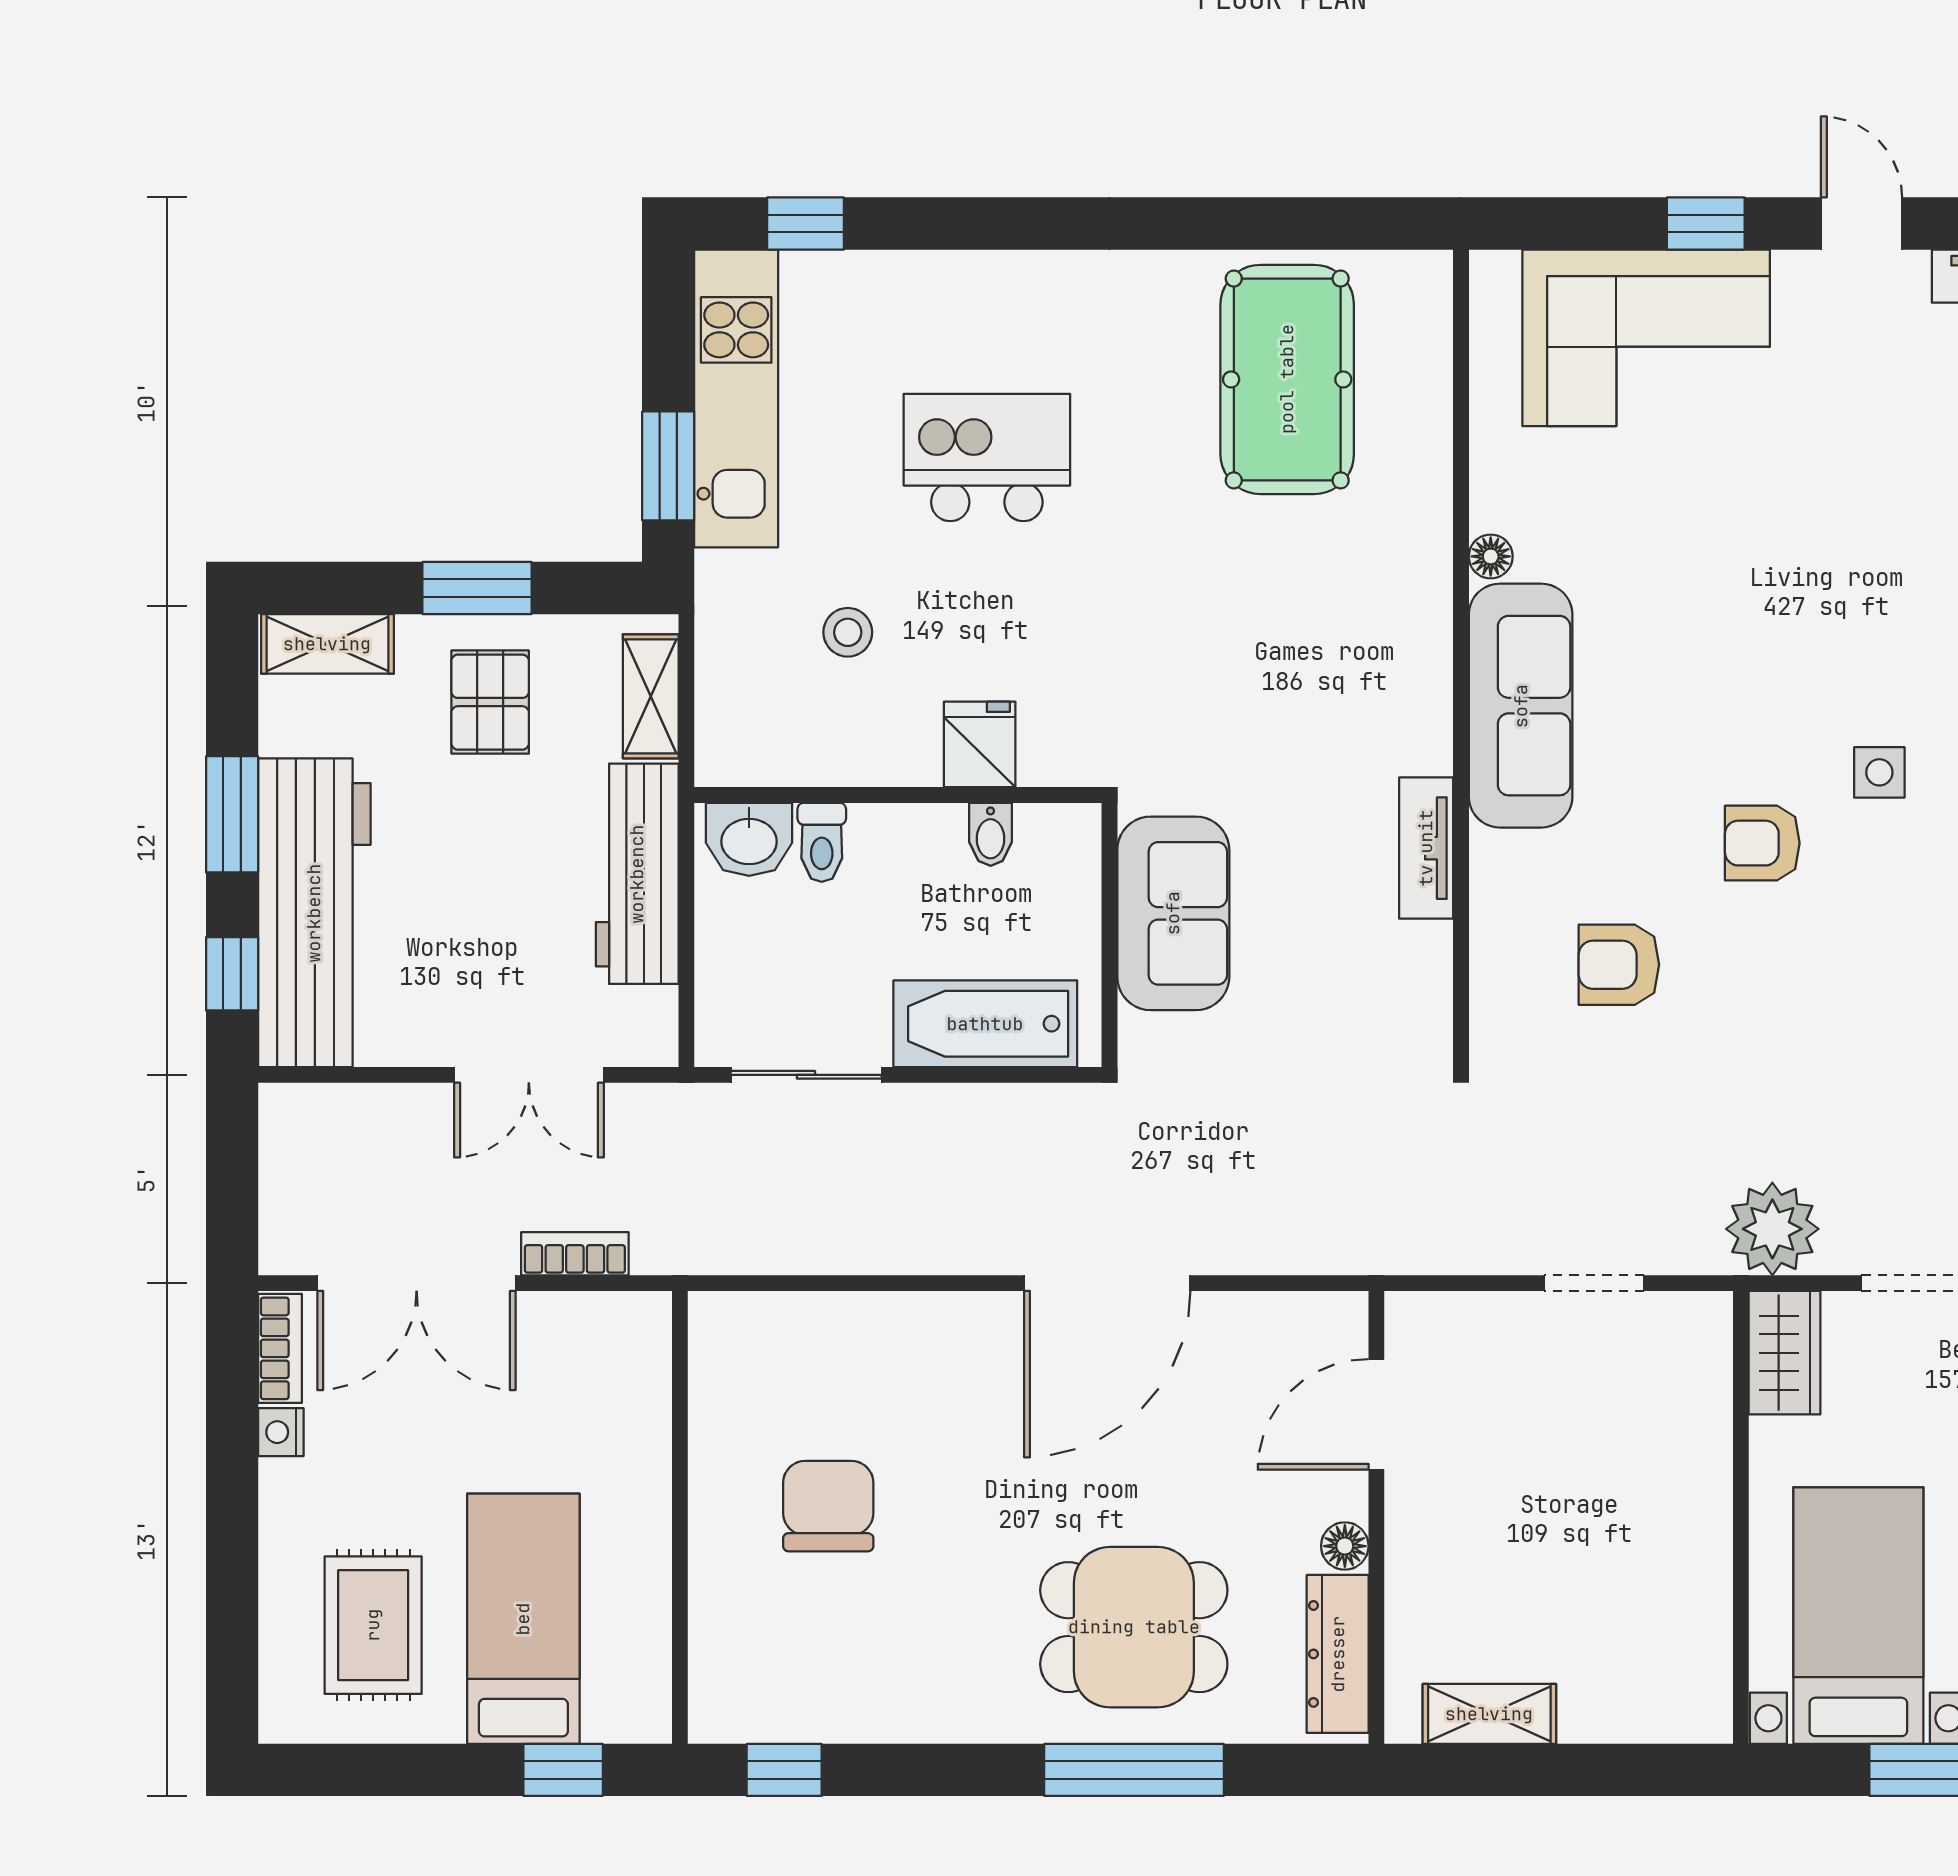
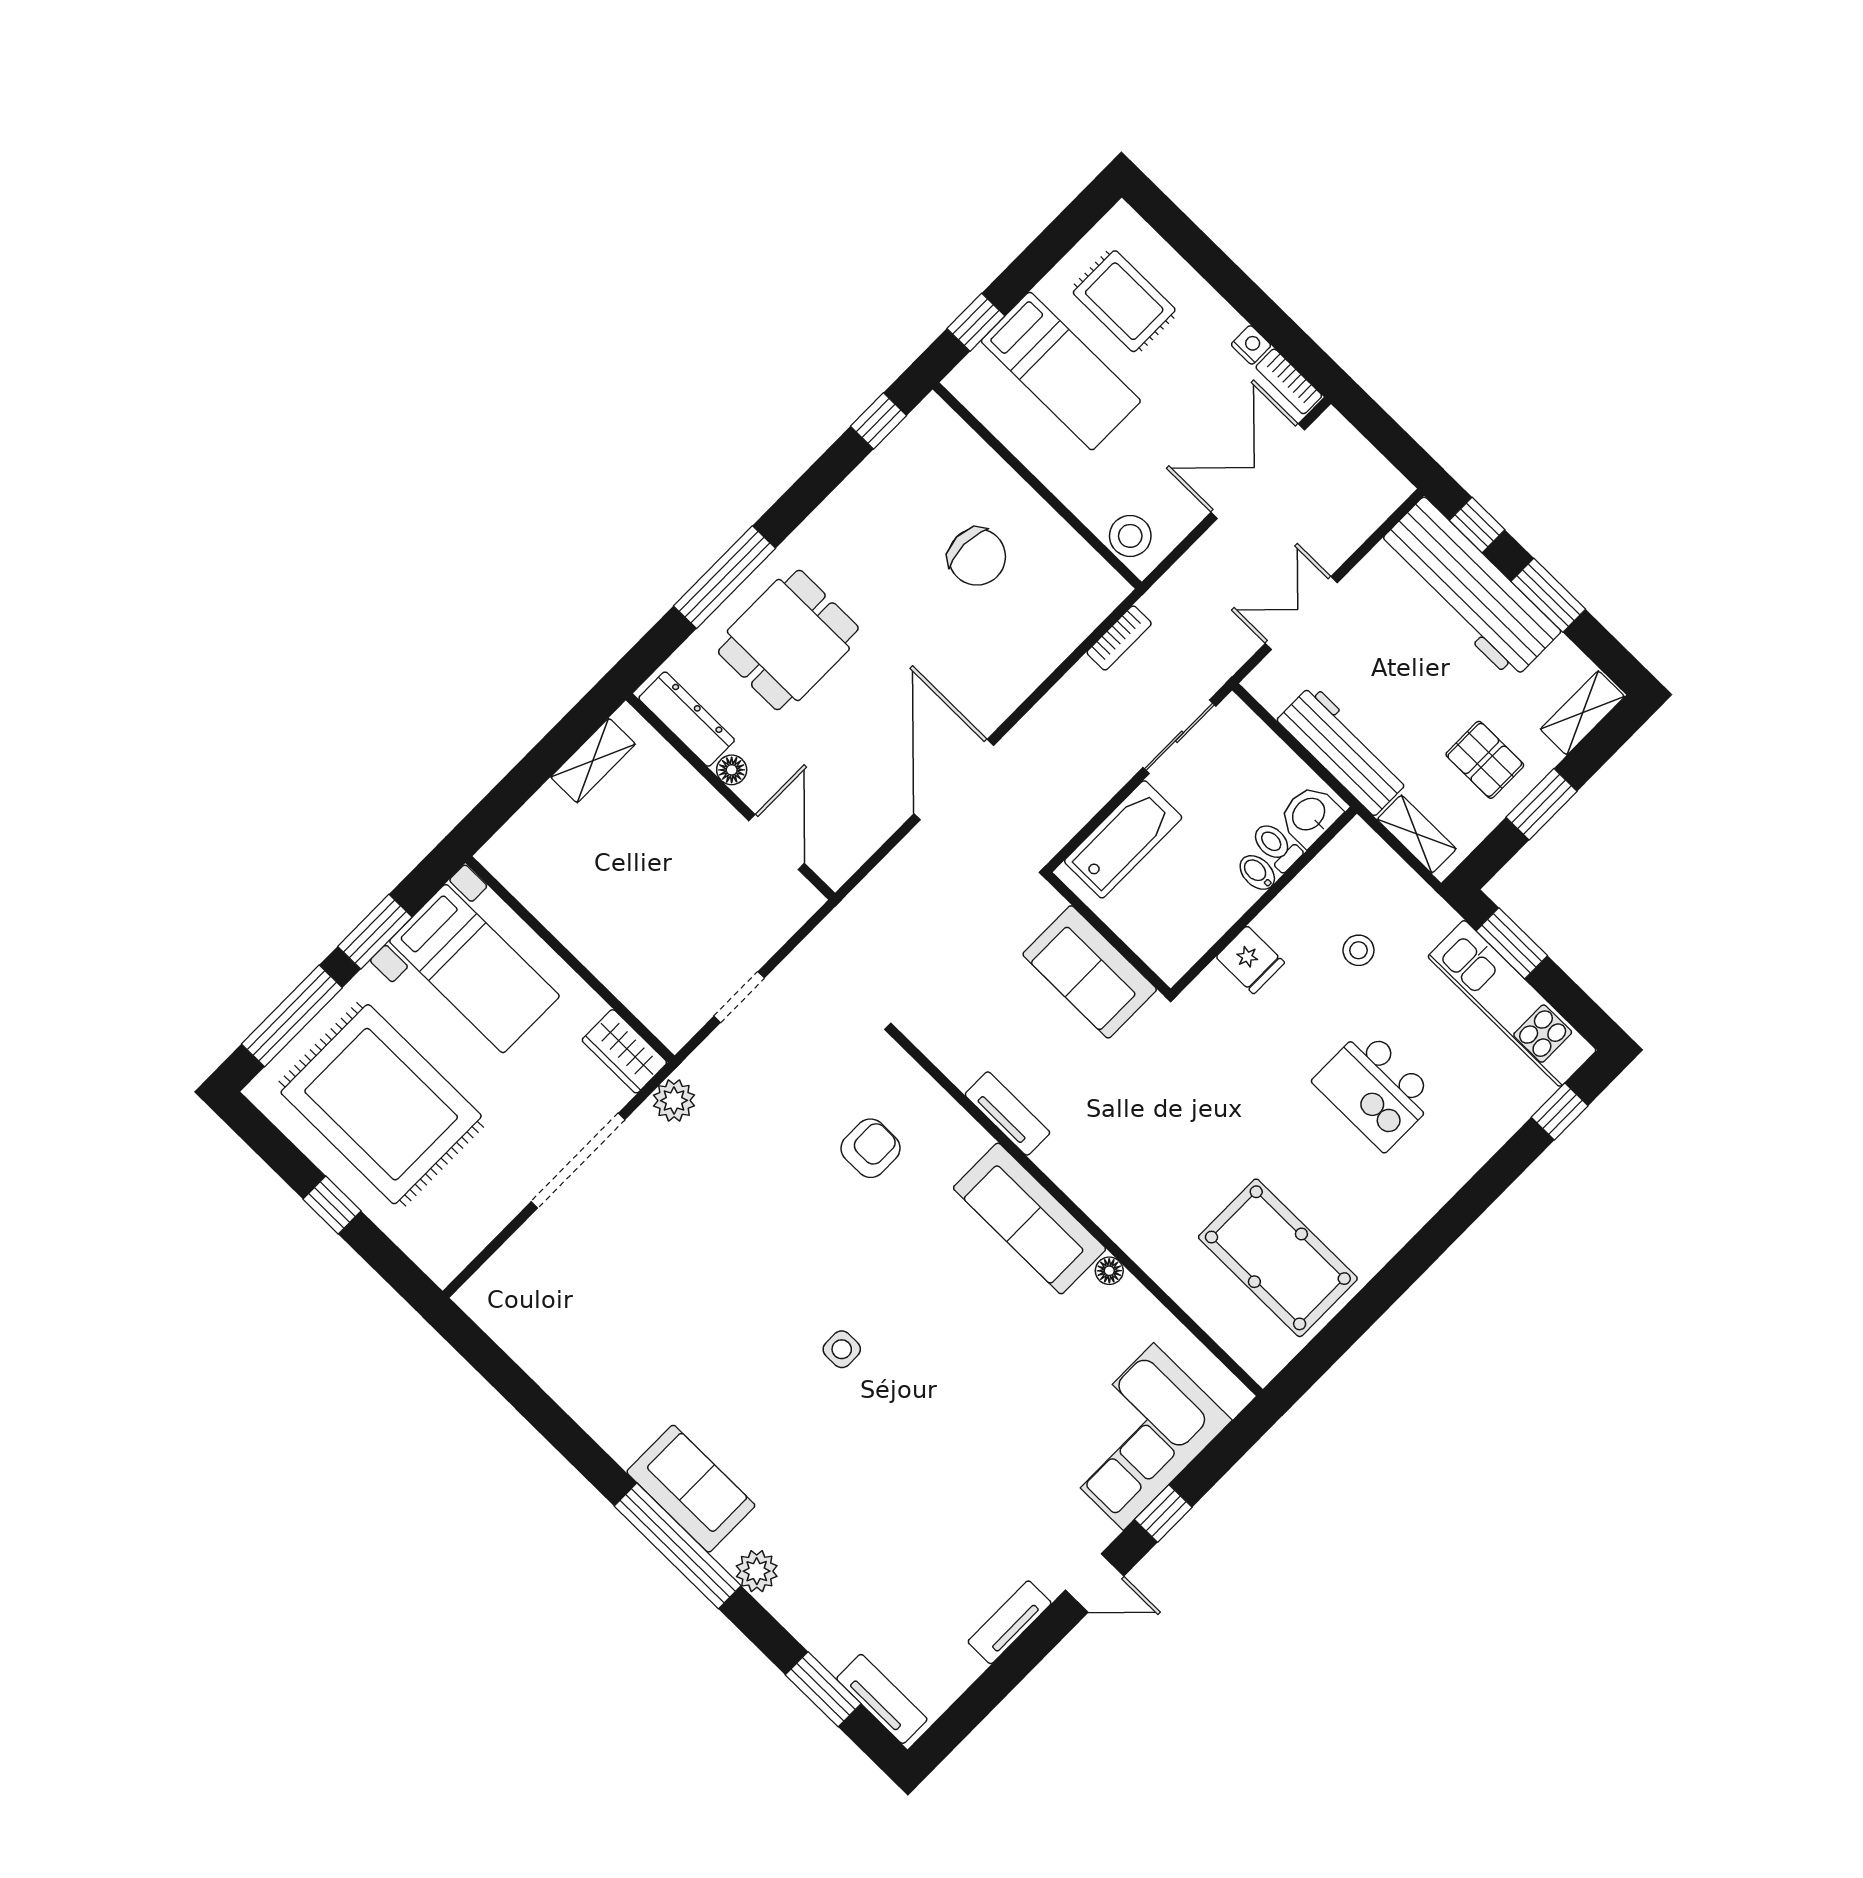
kitchen island: (987, 457) -> (1375, 1089), turned 90
bidet: (991, 834) -> (1257, 872), moved
armchair: (1762, 843) -> (862, 1266), removed
plant: (1772, 1229) -> (674, 1100), width x0.73, depth x0.73
bookcase: (575, 1254) -> (1119, 638), moved
stool: (633, 1355) -> (1130, 536), added

